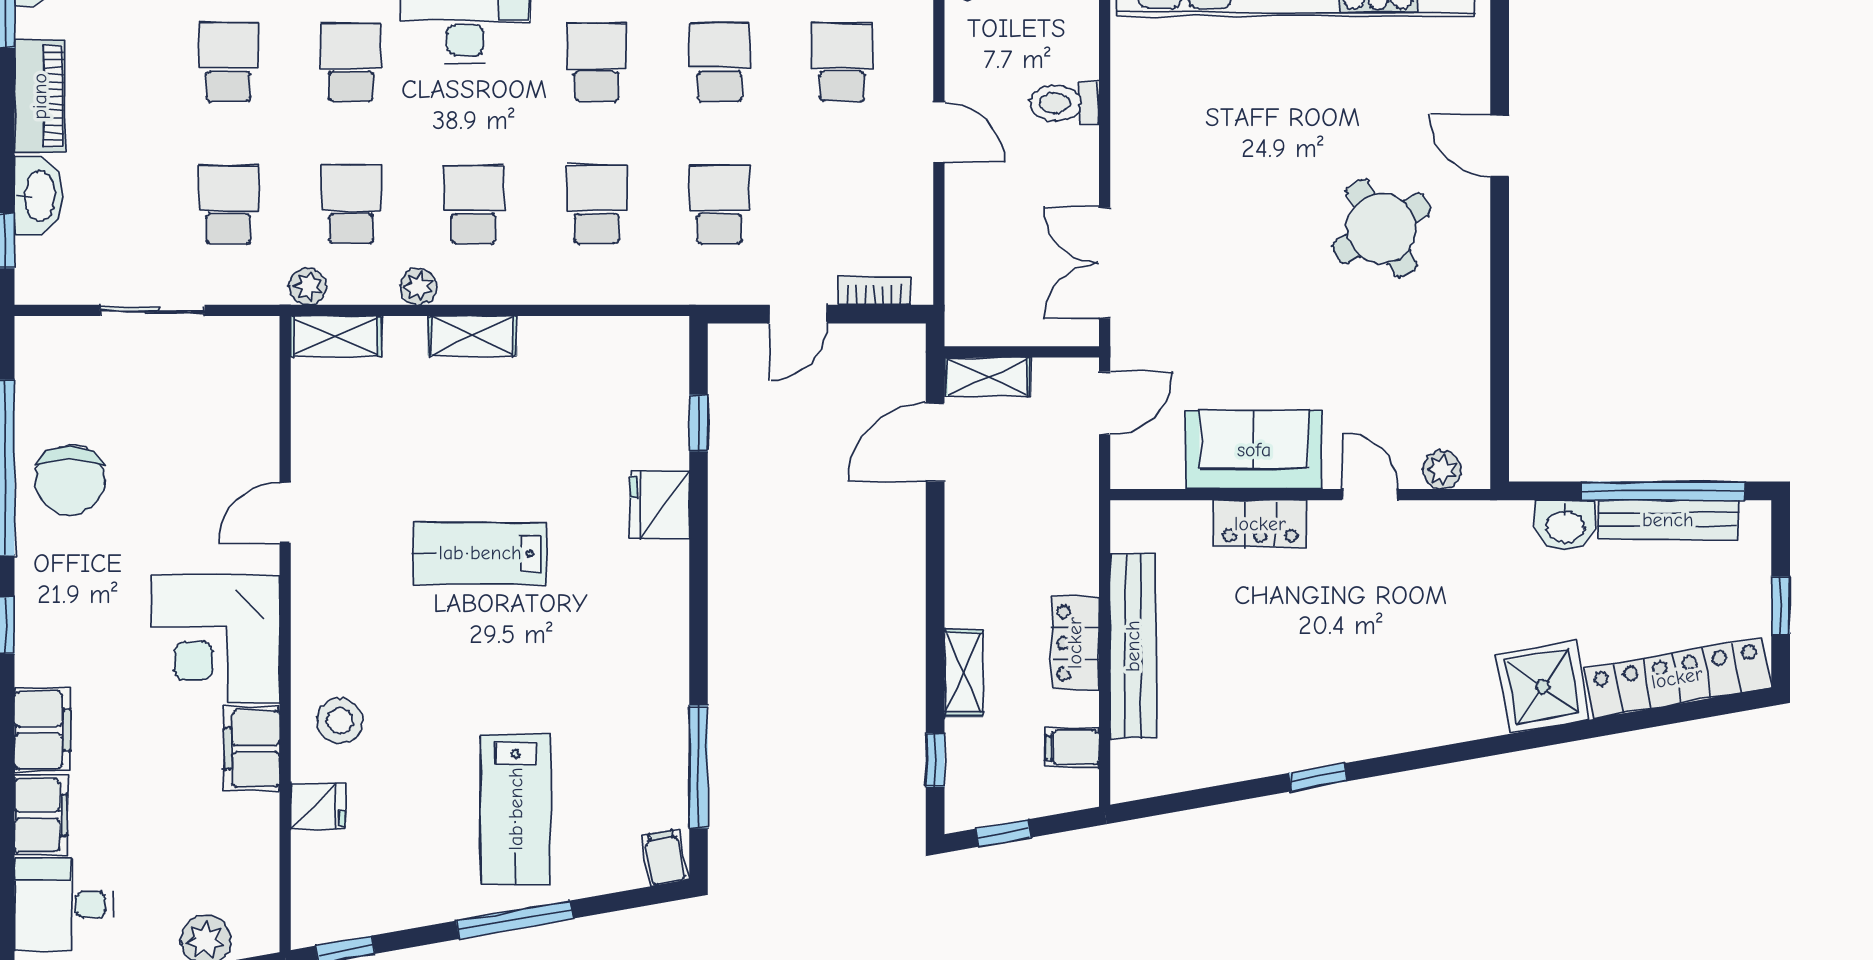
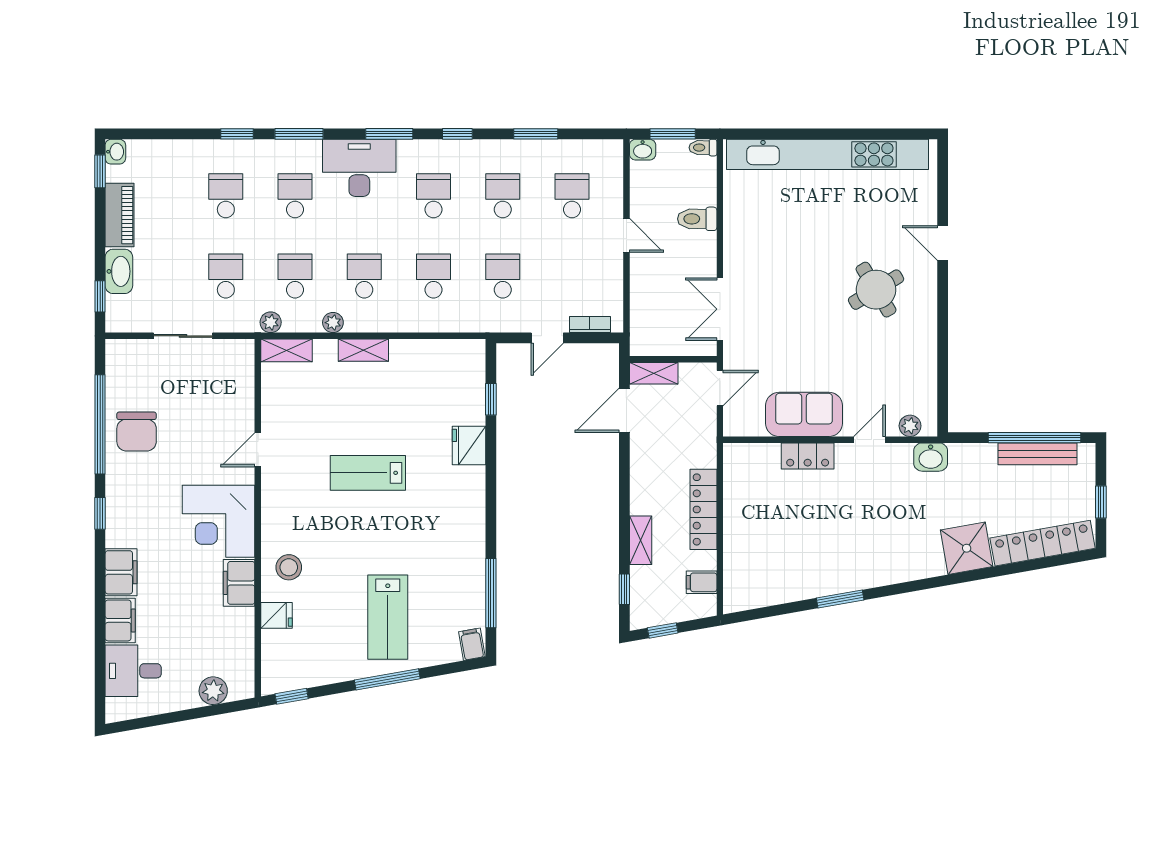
door: (1370, 495) -> (869, 440), hinge flipped
washbasin: (1565, 525) -> (931, 457), moved
locker: (1075, 643) -> (703, 509), width x1.53
bench: (1133, 646) -> (736, 525), removed
window: (1318, 777) -> (840, 599), width x1.50

